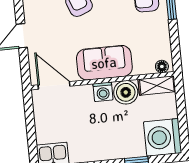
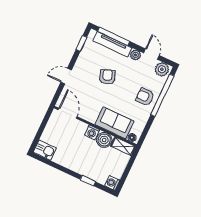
sofa: (104, 63) -> (114, 123), moved
washing machine: (163, 137) -> (112, 183), width x0.53, depth x0.53

